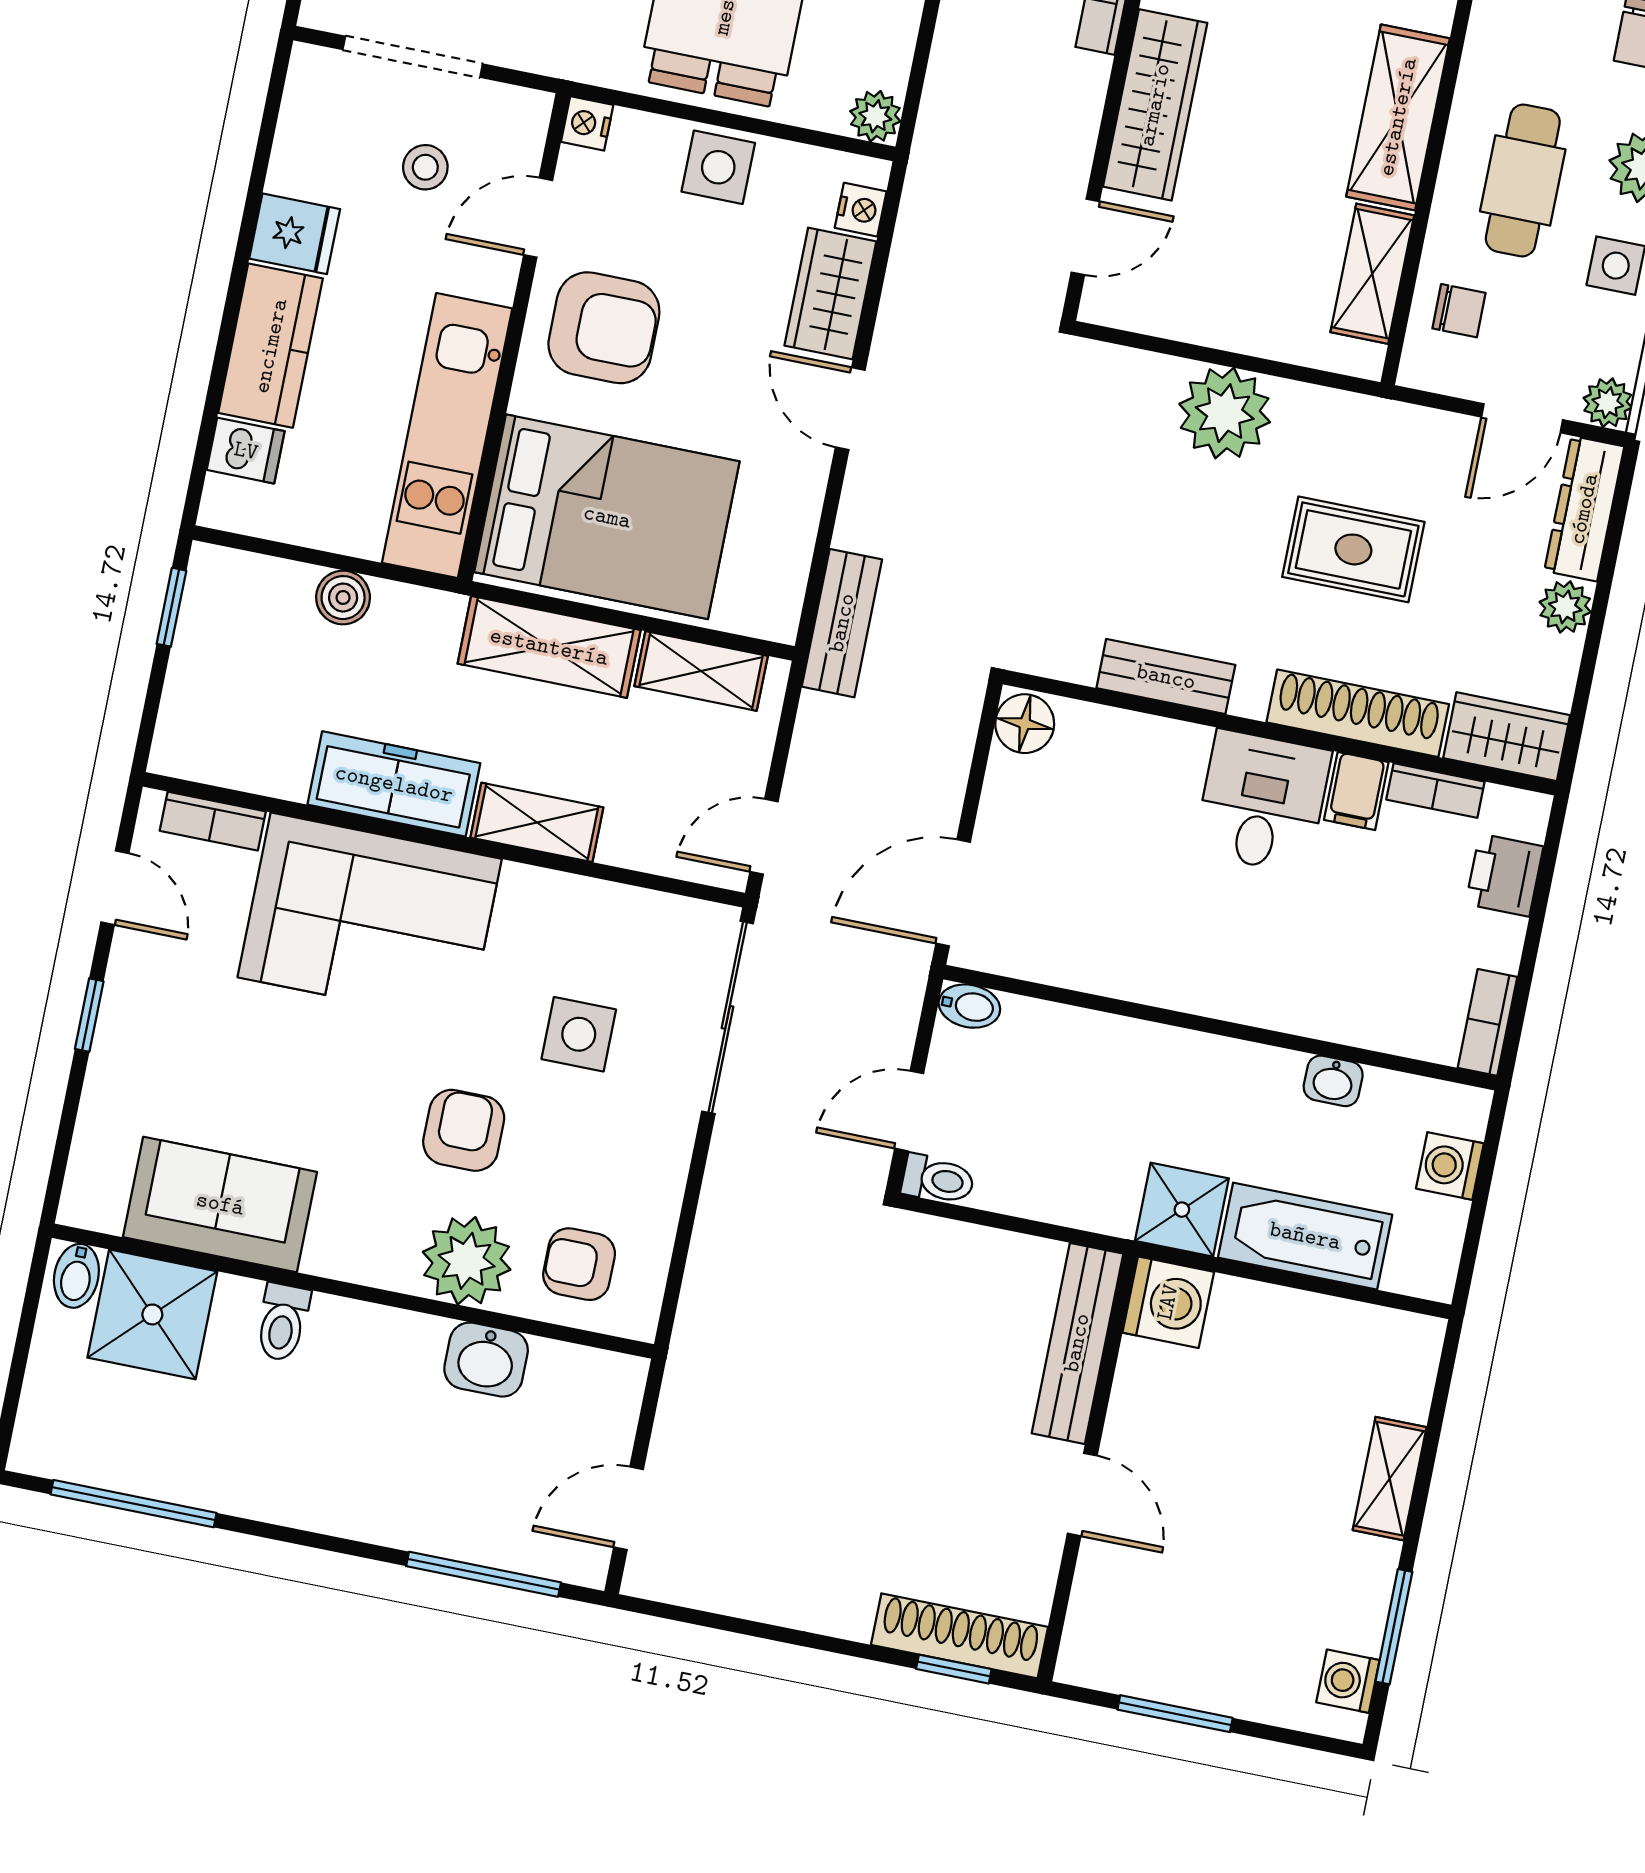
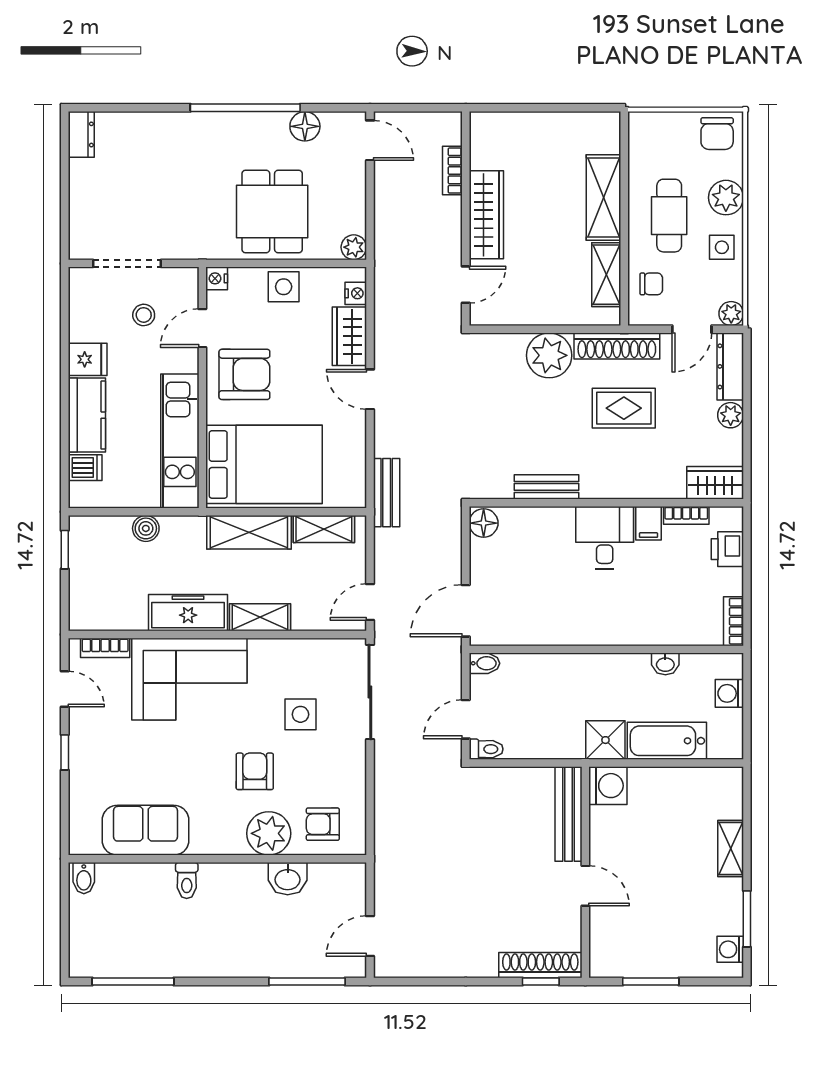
shoe rack: (1358, 713) -> (617, 346), moved, turned 180
shower: (152, 1314) -> (124, 889), removed

